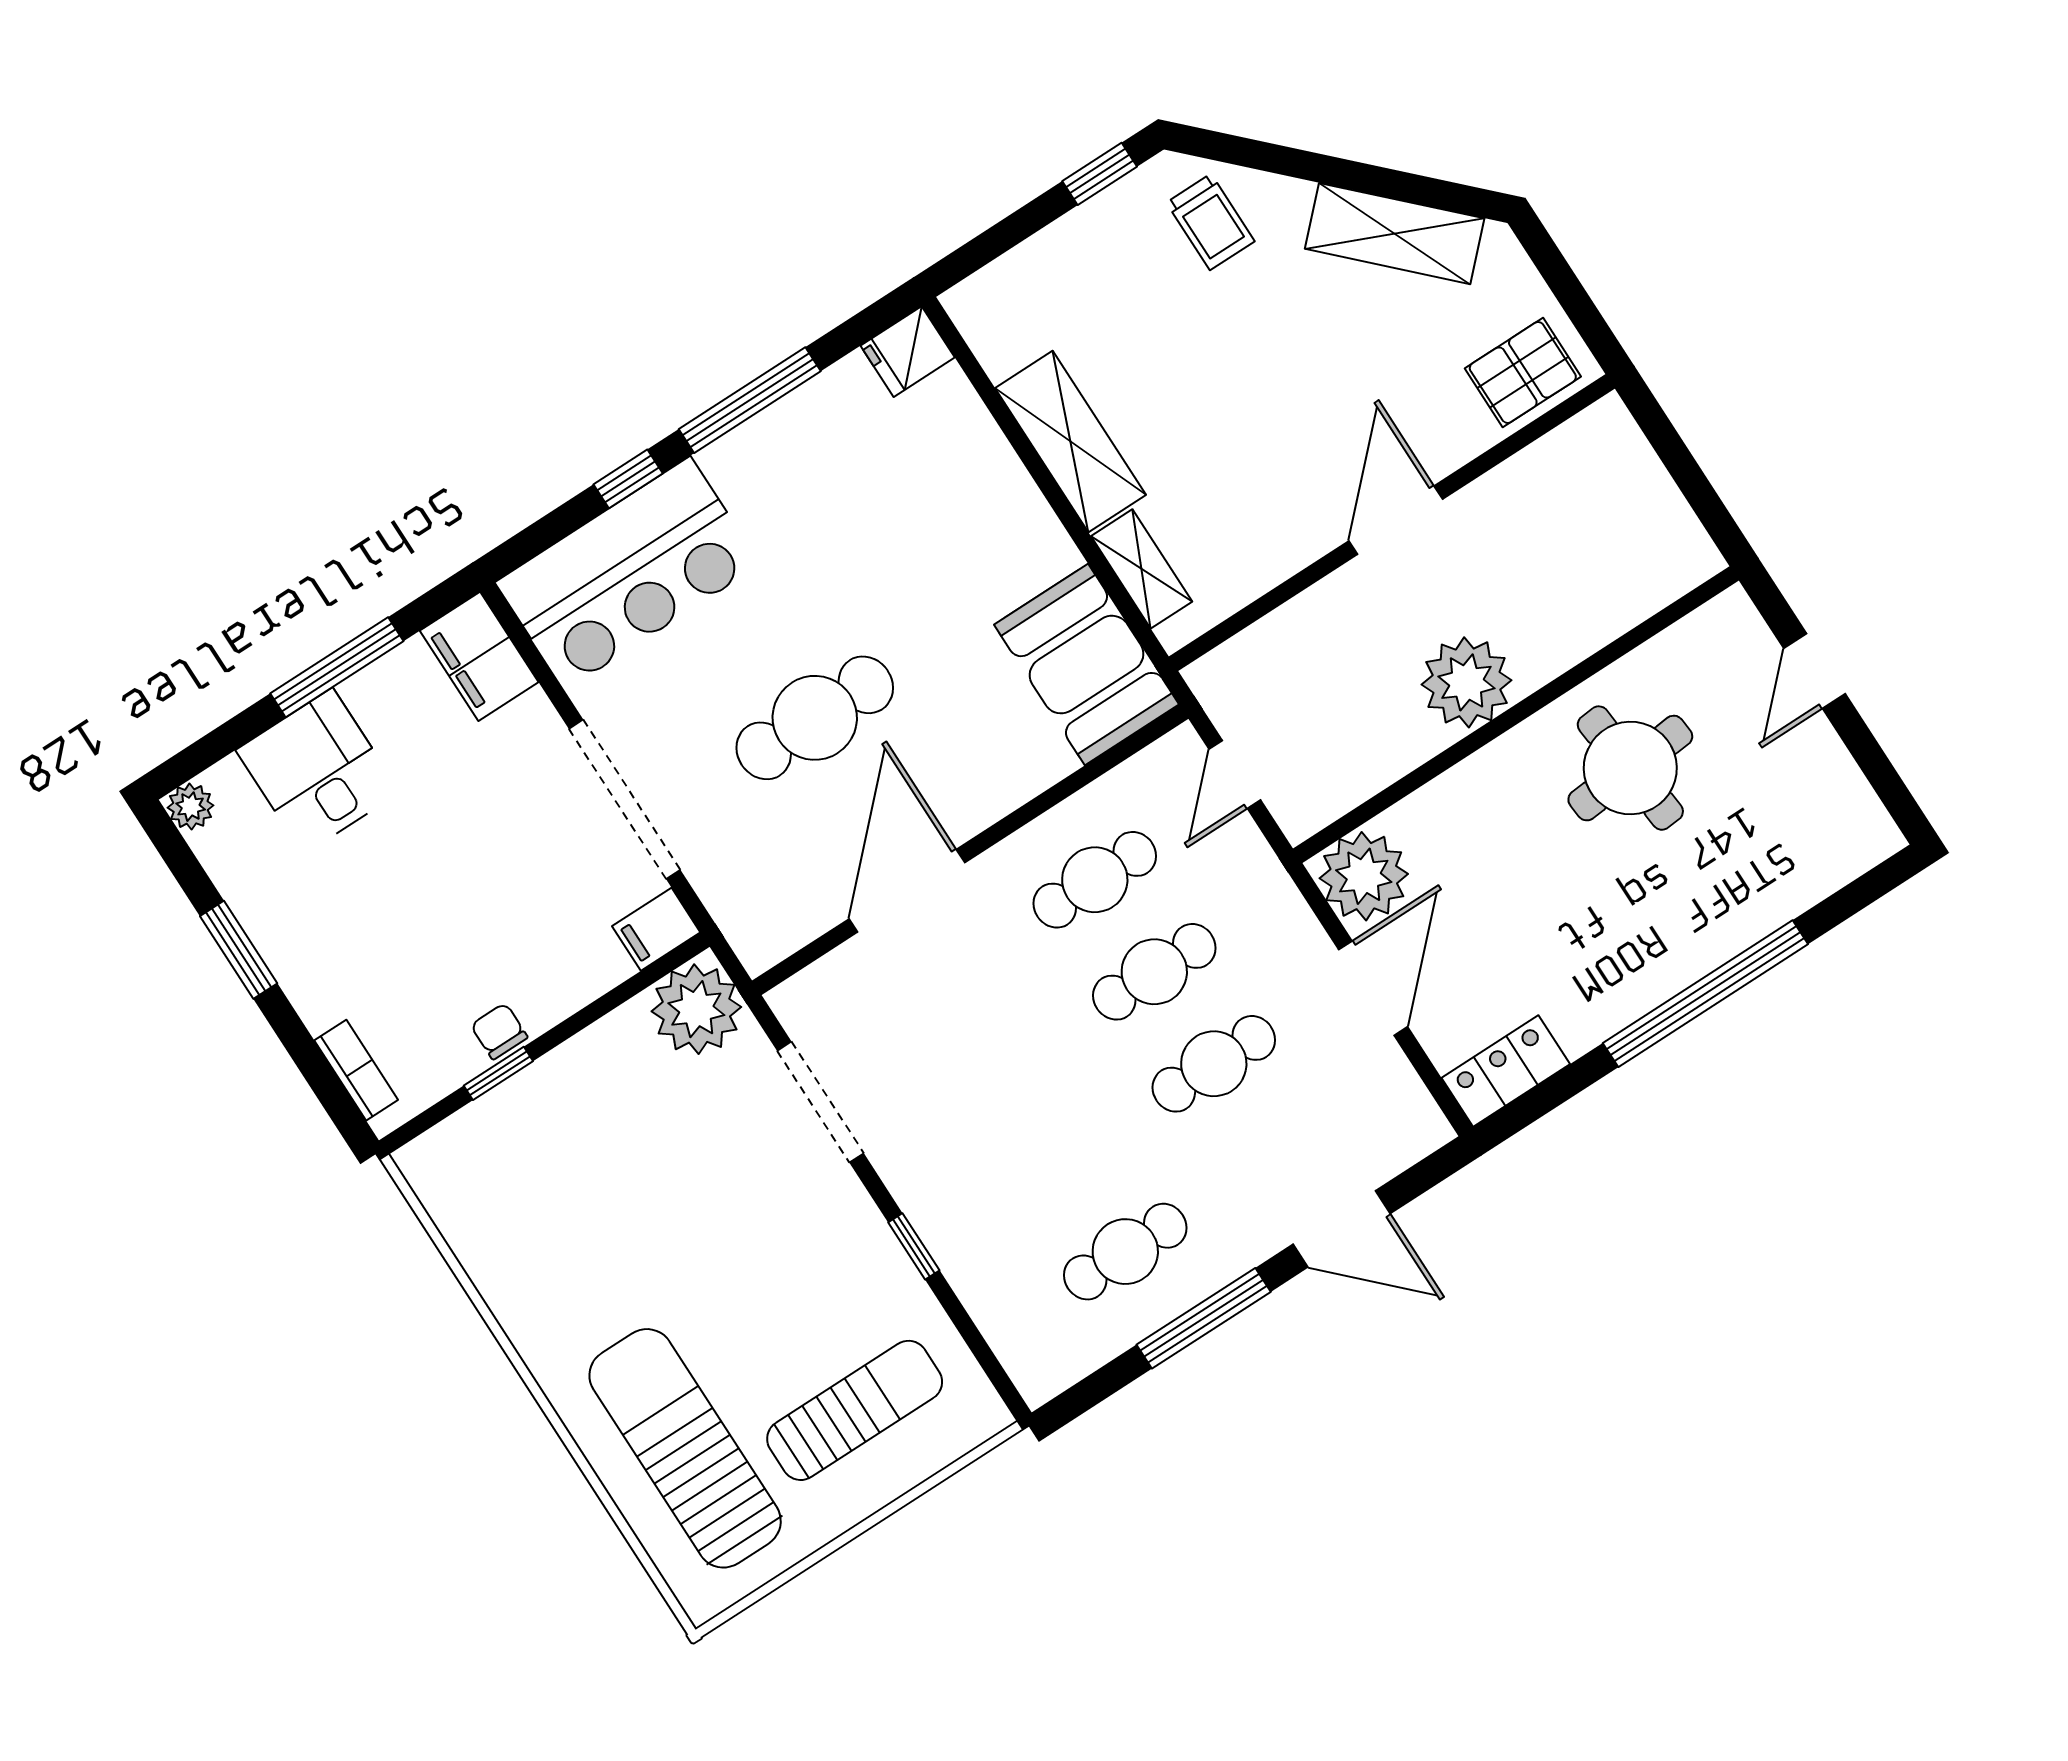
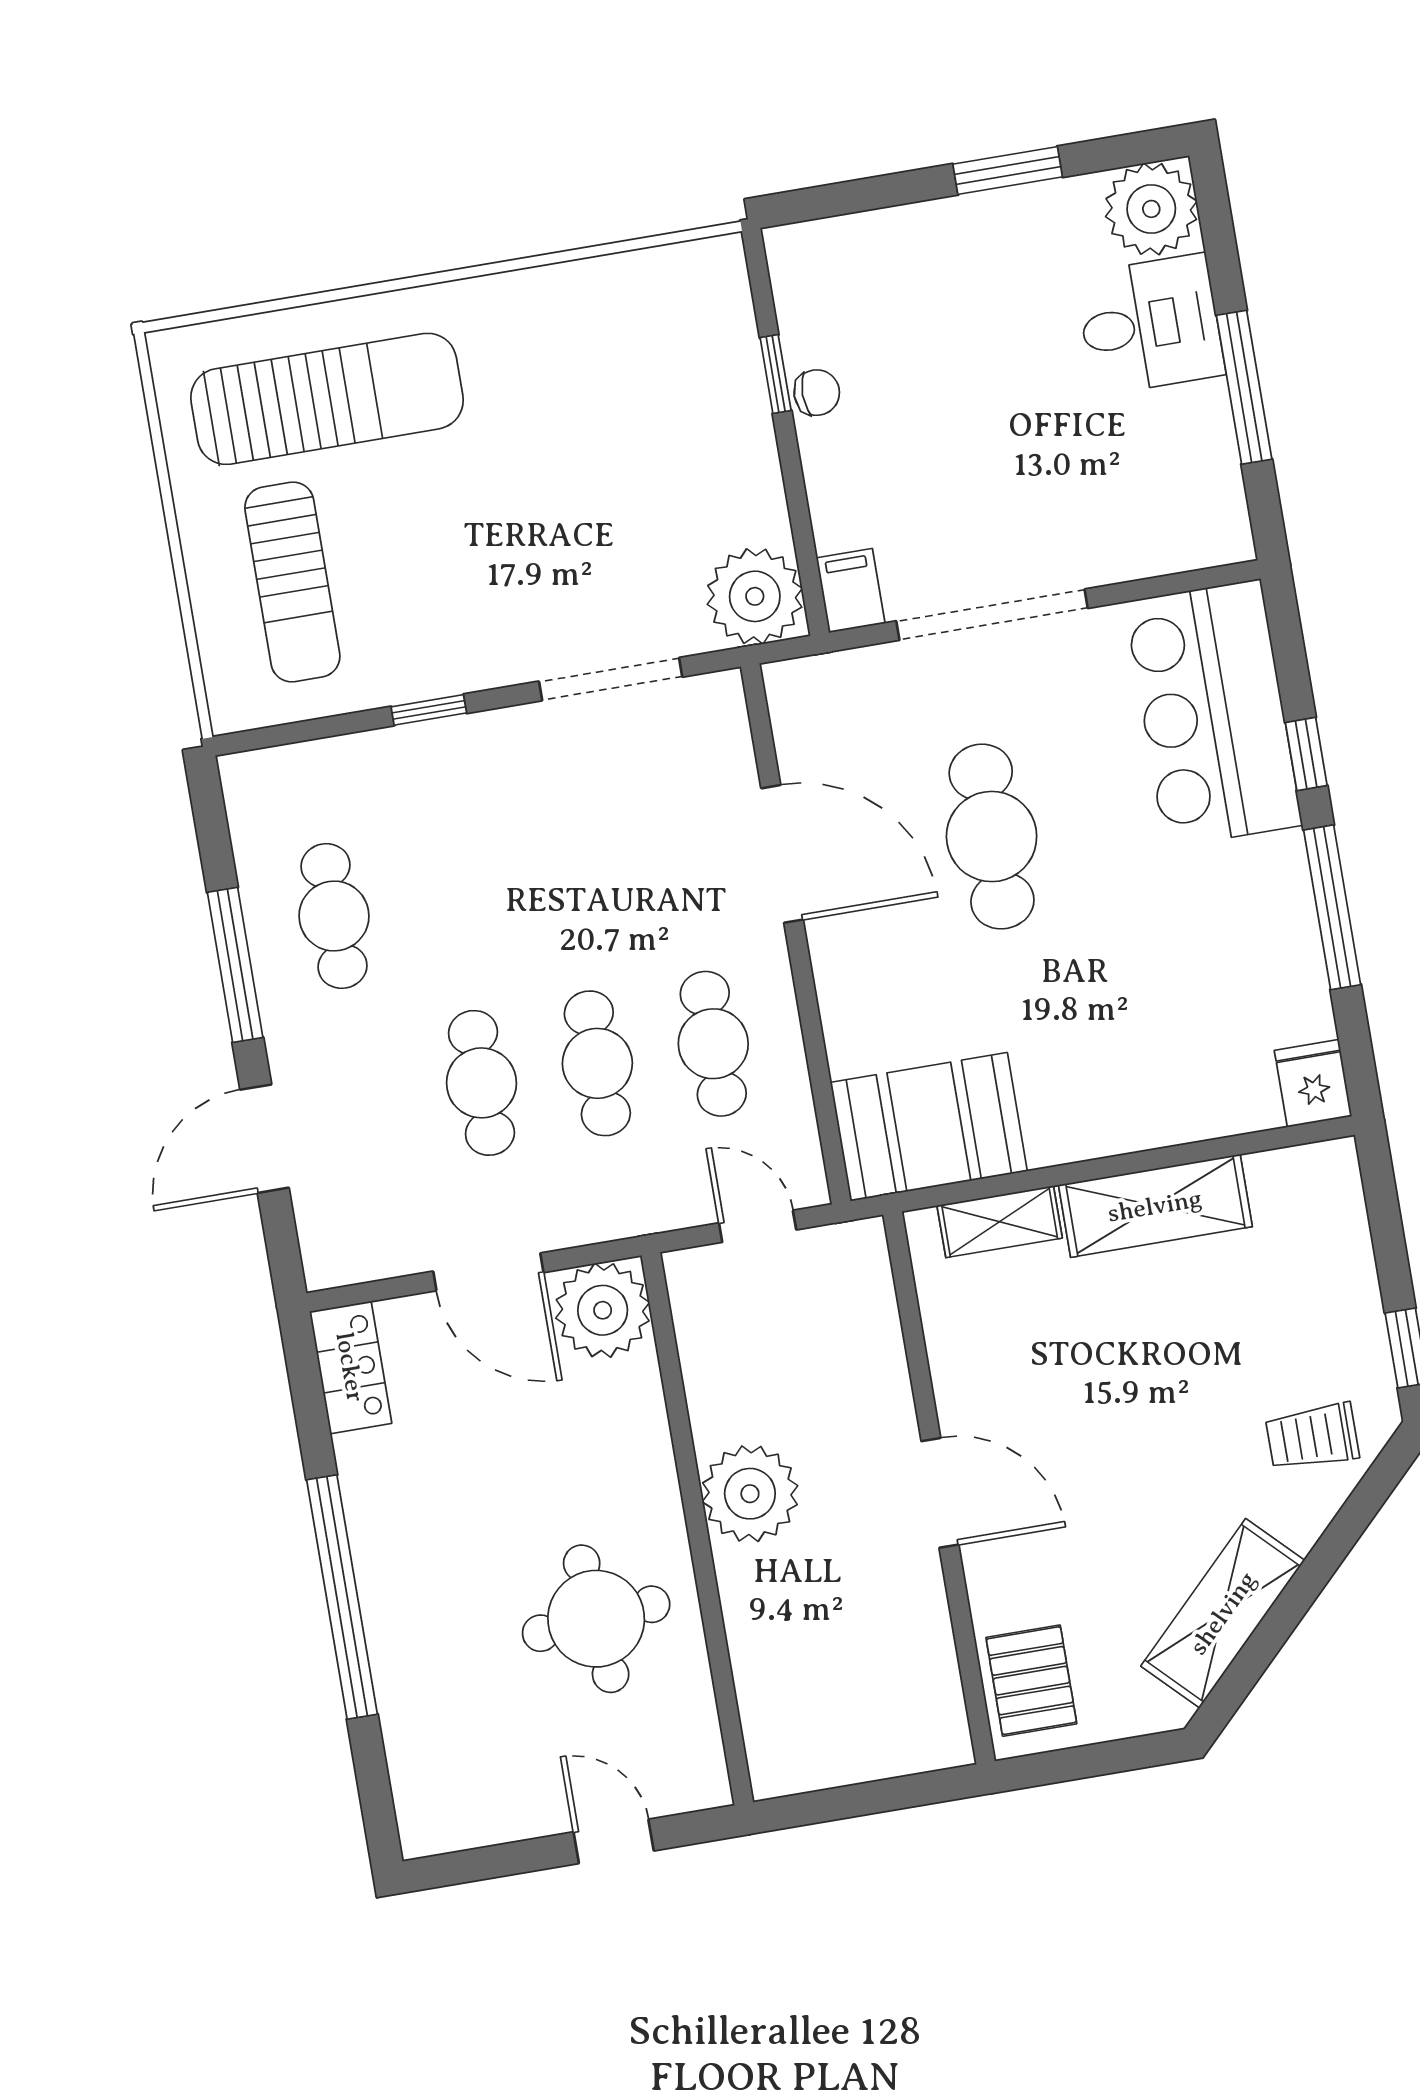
filing cabinet: (479, 656) -> (1194, 532), removed
plant: (191, 807) -> (1151, 209), width x1.88, depth x1.88
bookcase: (356, 1070) -> (839, 235), removed

